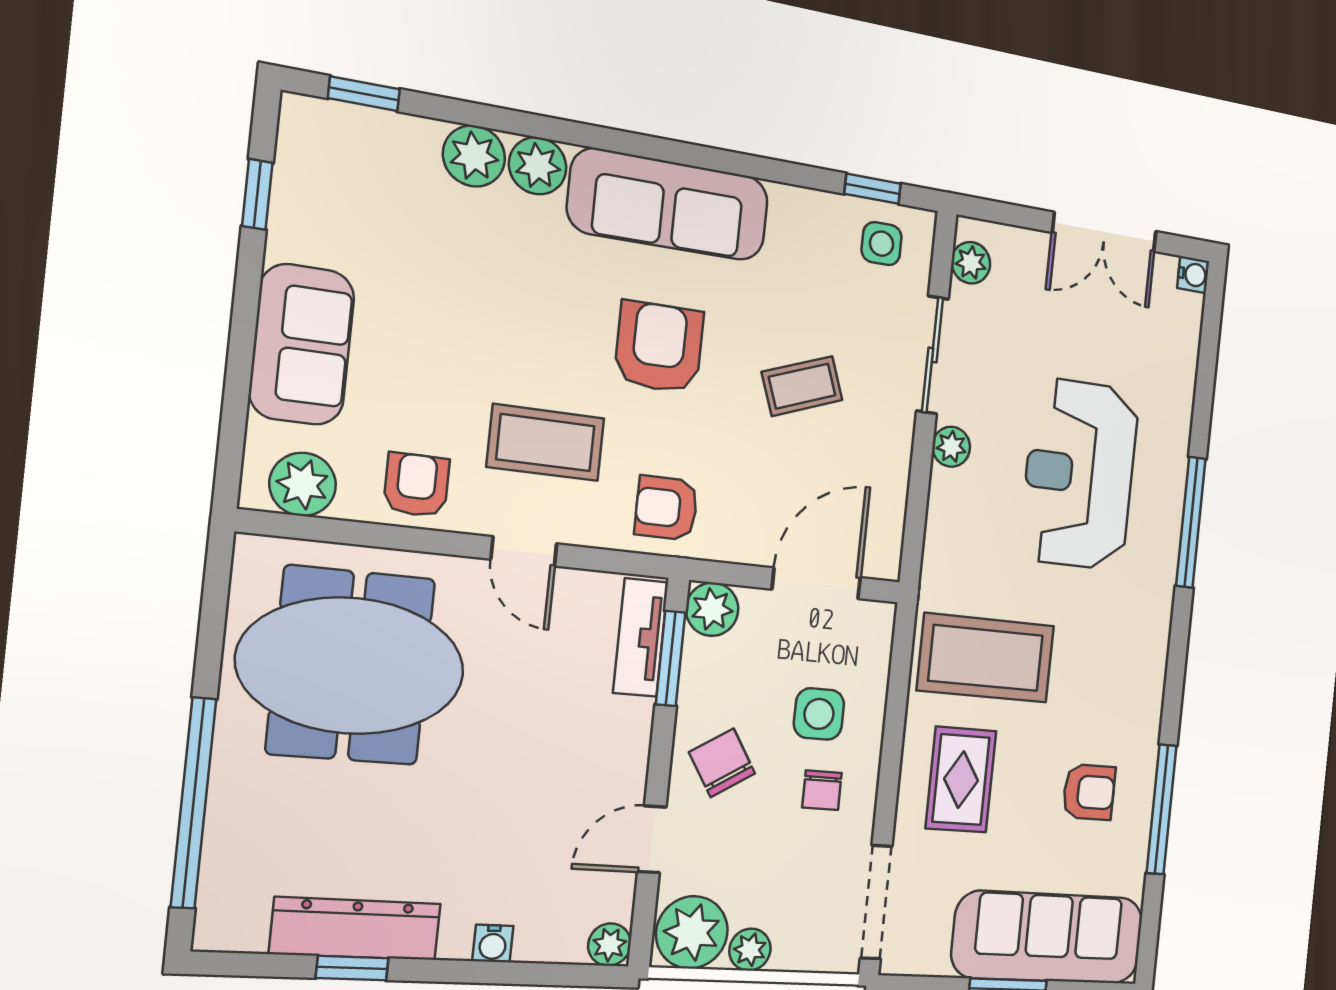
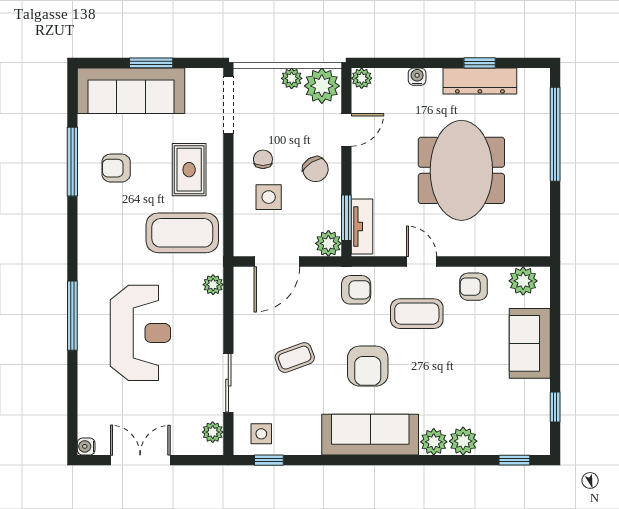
plant: (951, 447) -> (213, 285), moved
armchair: (416, 485) -> (473, 287), turned 90
meeting table: (351, 666) -> (461, 170), moved, turned 90

